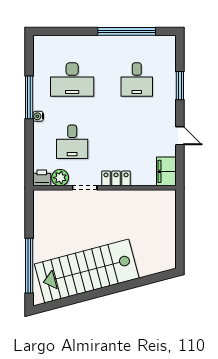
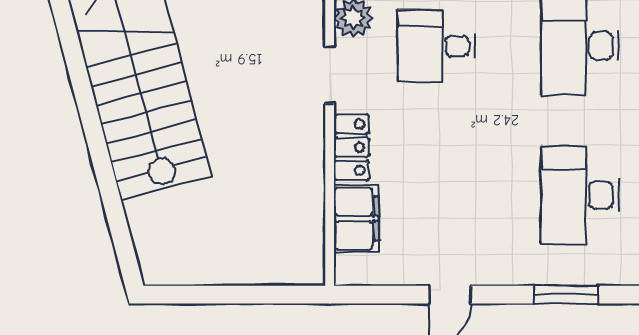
desk: (137, 80) -> (580, 195), width x1.37
filing cabinet: (166, 171) -> (356, 218), moved, turned 90

